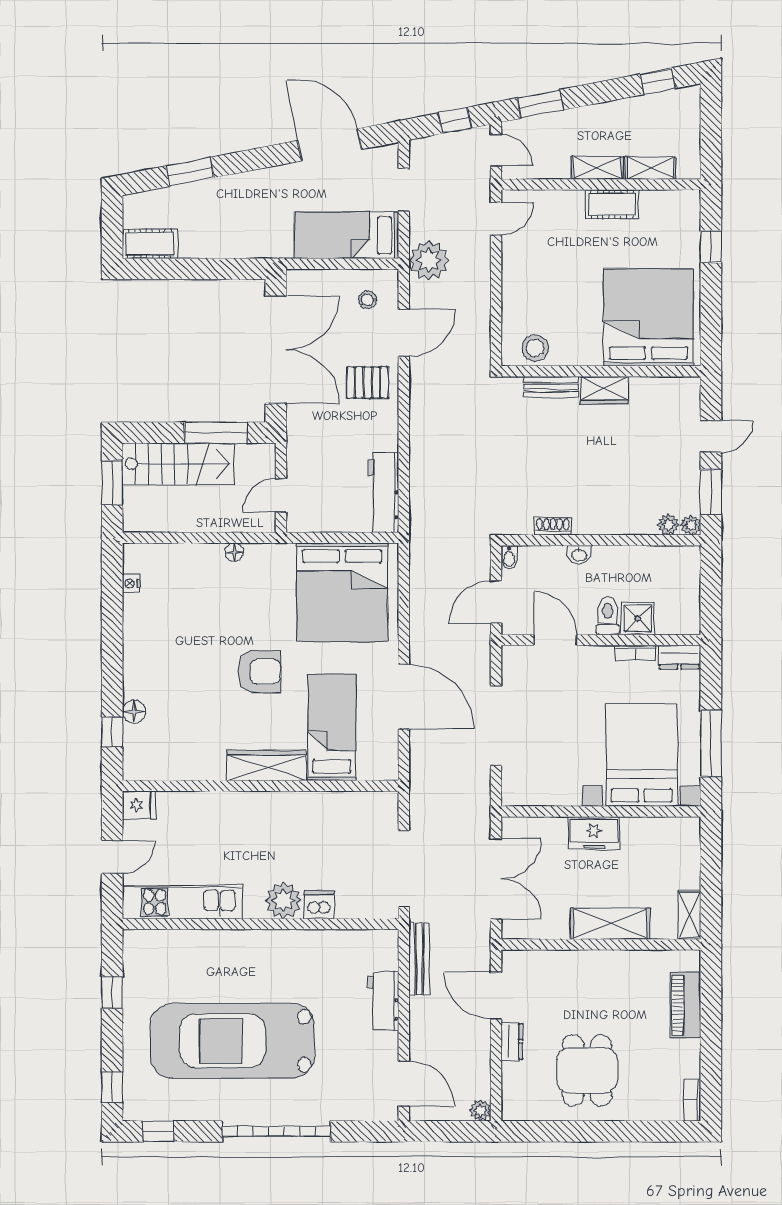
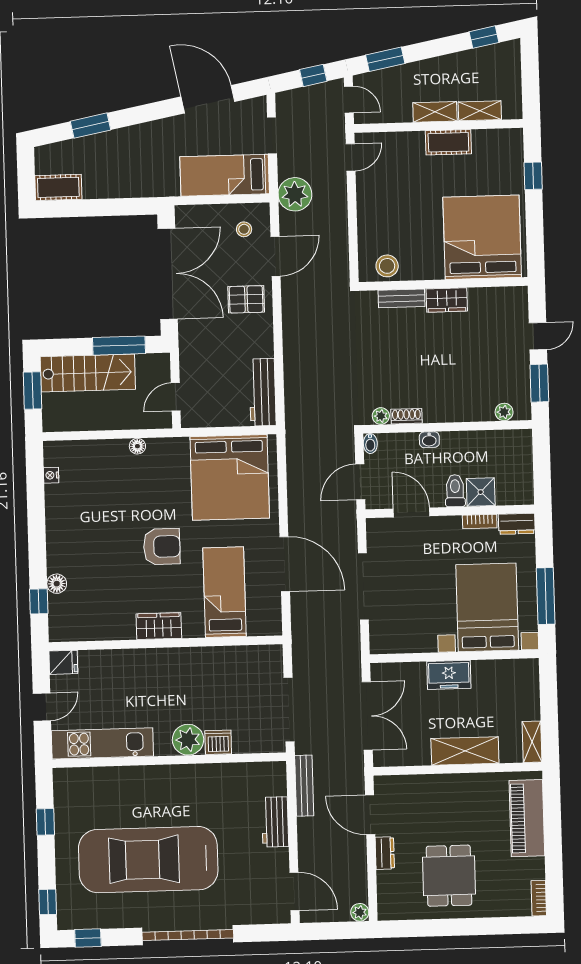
plant: (691, 525) -> (381, 416), moved
wardrobe: (266, 765) -> (159, 626), width x0.67
piano: (686, 1005) -> (527, 818), width x1.37, depth x1.33

